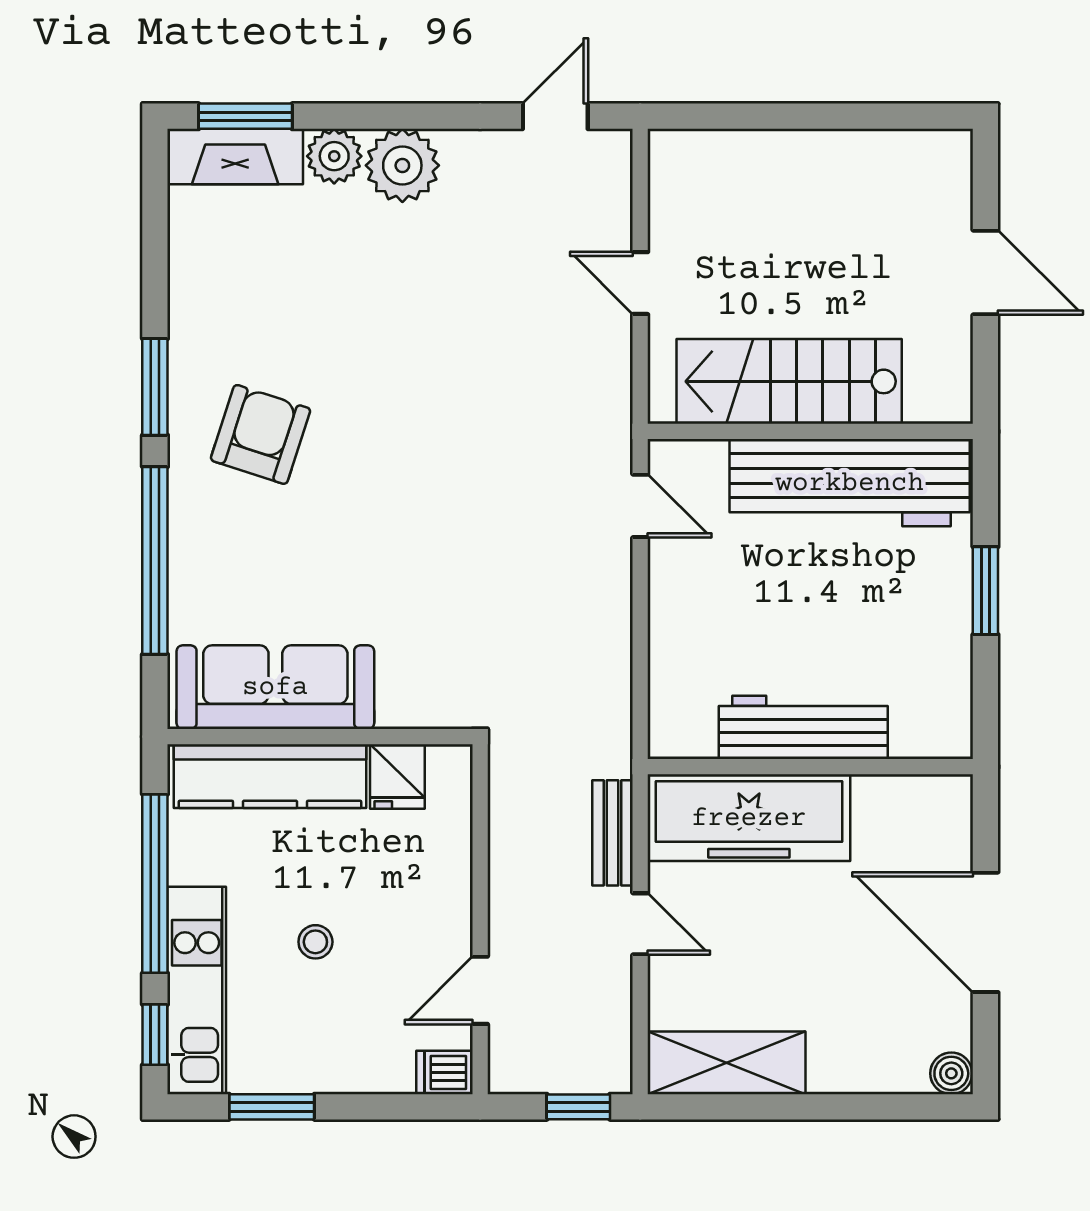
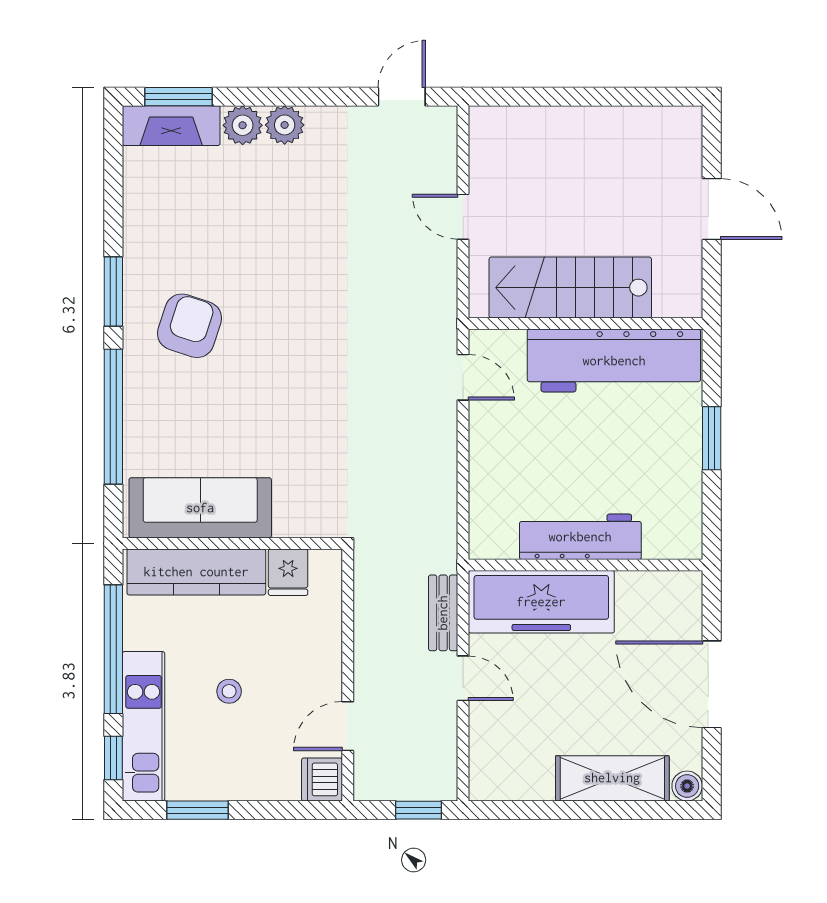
plant: (402, 165) -> (285, 125), width x0.73, depth x0.73
shelving: (727, 1063) -> (612, 778), moved
dishwasher: (444, 1072) -> (322, 779), width x1.38

